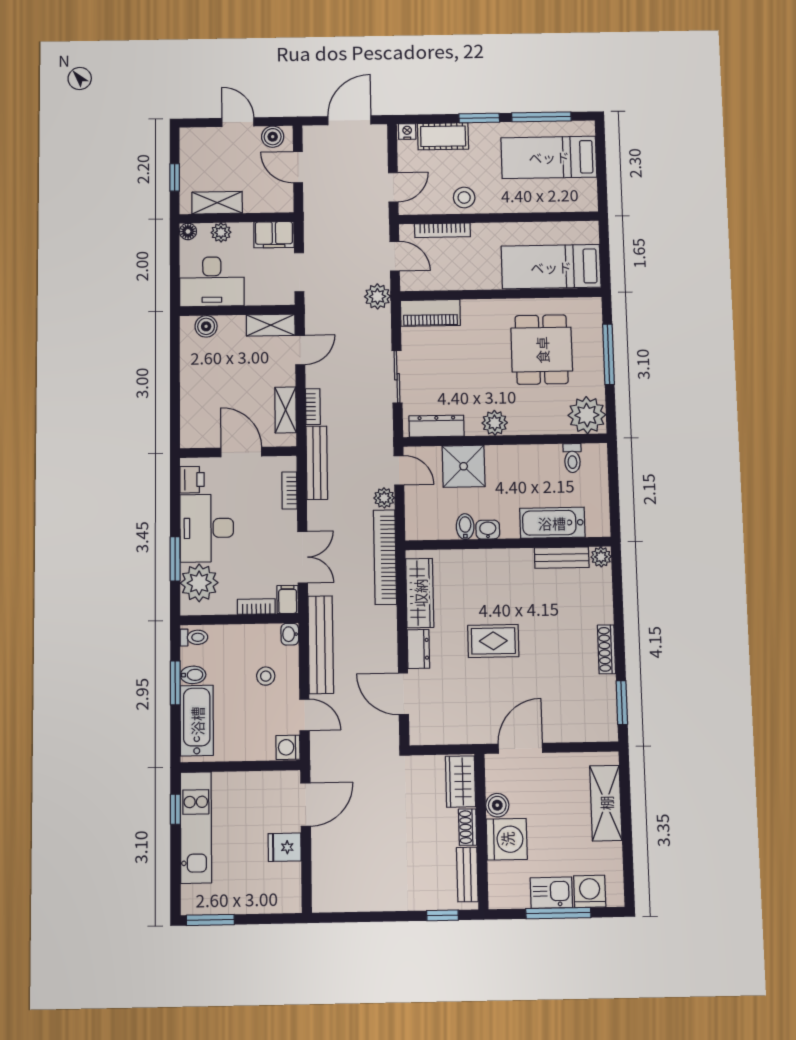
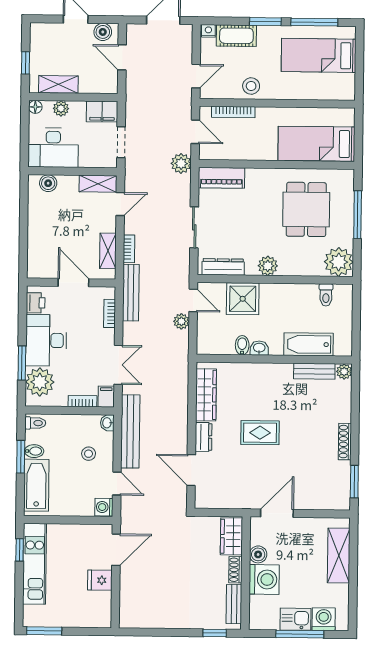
bookcase: (385, 557) -> (181, 367), removed

